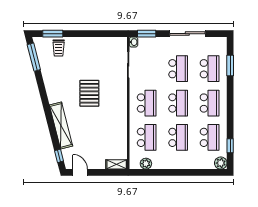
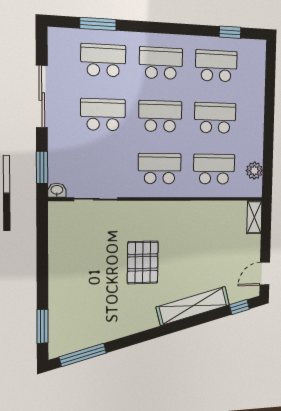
trolley: (59, 48) -> (67, 315), removed
pallet: (89, 93) -> (143, 262), turned 90
plant: (221, 163) -> (257, 49), removed

